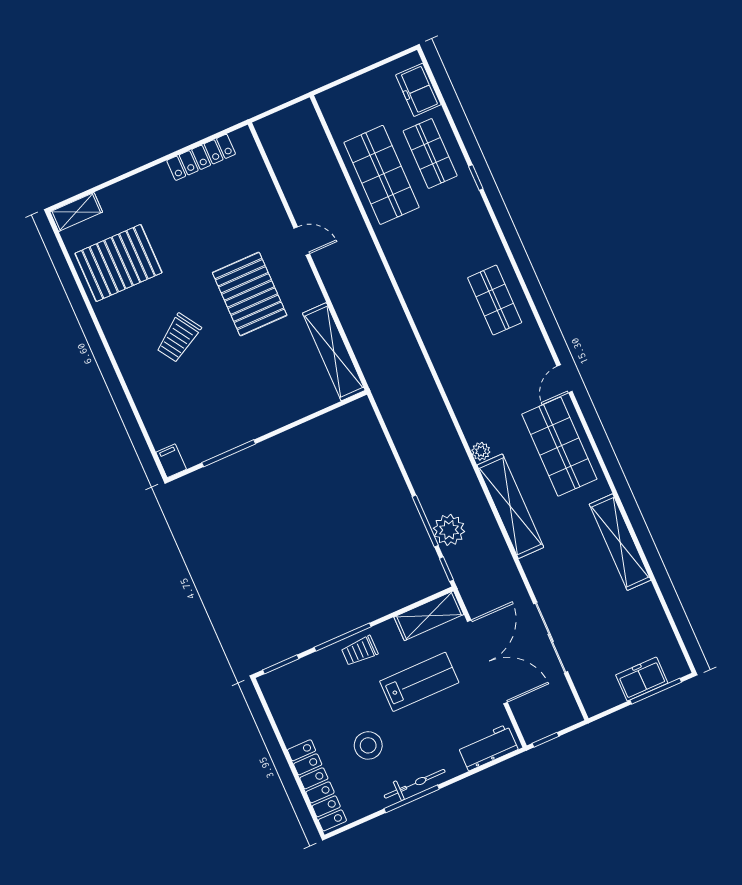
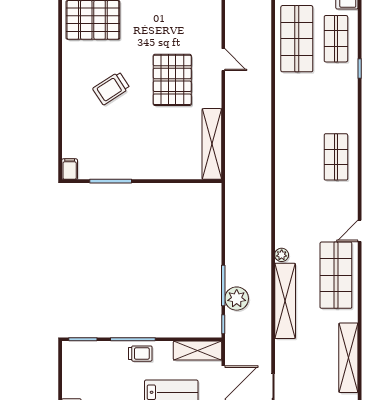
trolley: (360, 651) -> (140, 354), turned 180

